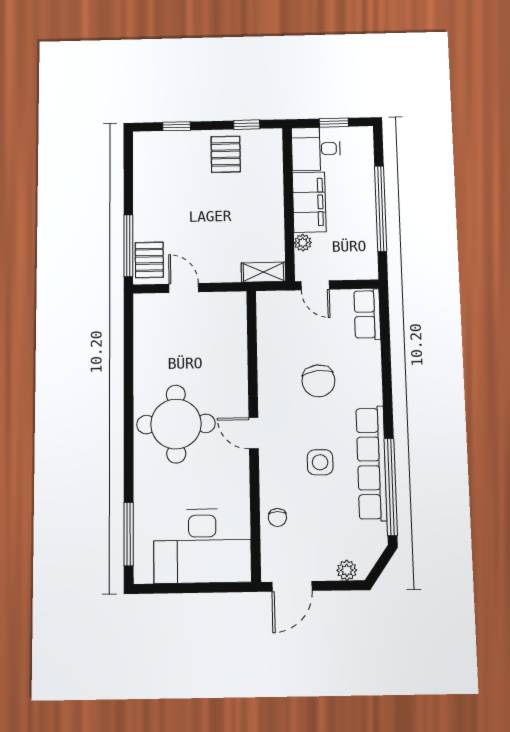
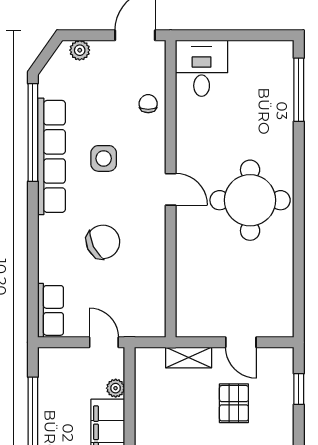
window: (128, 246) -> (299, 389), width x0.46
pallet: (149, 260) -> (234, 403), moved
shelving: (263, 272) -> (189, 357), moved
chair: (318, 381) -> (103, 242), turned 70
desk: (202, 546) -> (202, 68), width x0.53, depth x0.77

